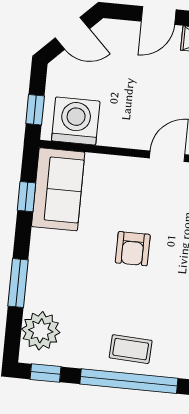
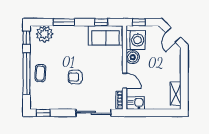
door: (159, 16) -> (184, 71), removed
boiler: (114, 132) -> (133, 57), added
armchair: (133, 249) -> (75, 77), moved

